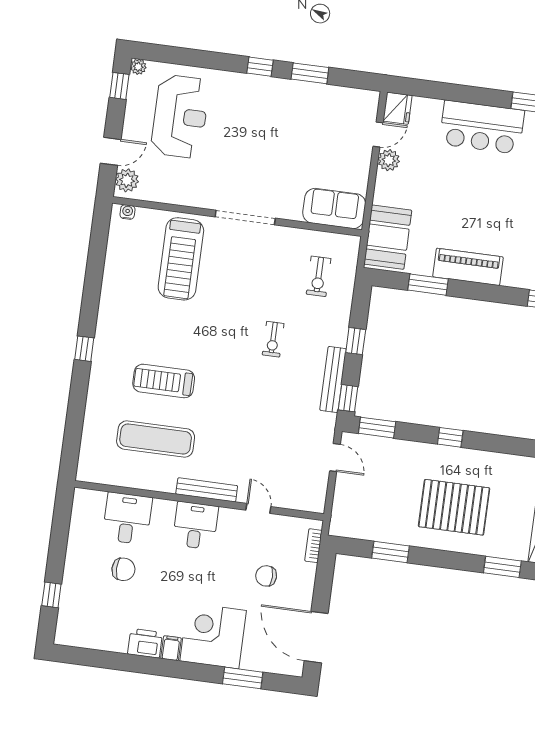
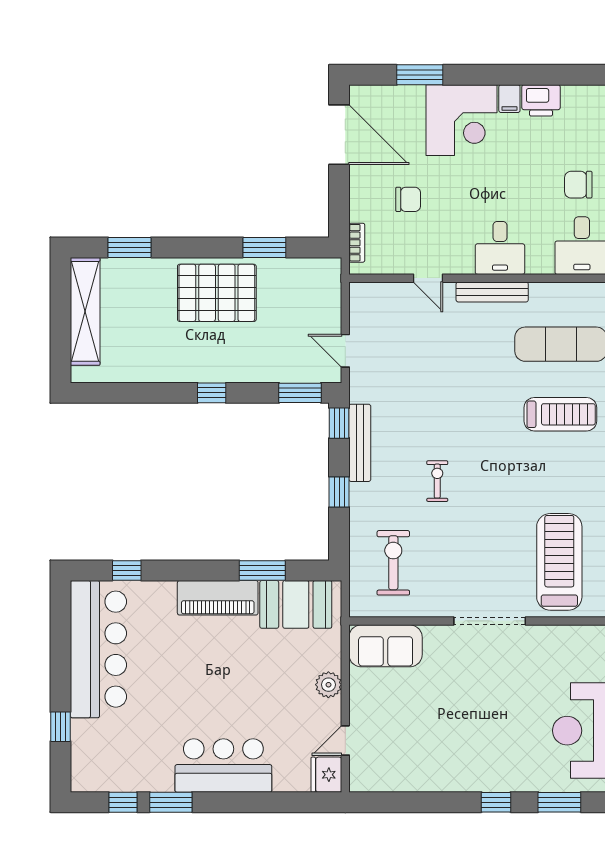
window: (310, 73) -> (559, 802), moved
plant: (389, 160) -> (328, 685), moved
booth: (388, 237) -> (296, 604), moved, turned 90
exercise bike: (319, 276) -> (393, 563), width x1.38, depth x1.39
pallet: (454, 507) -> (217, 293), moved

